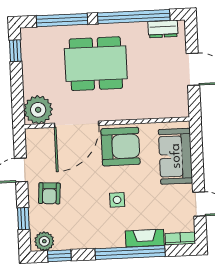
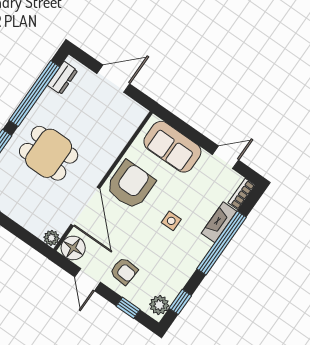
dining table: (96, 64) -> (49, 153), width x0.73
plant: (38, 110) -> (51, 238), width x0.53, depth x0.53
floor lamp: (37, 140) -> (73, 248), added

